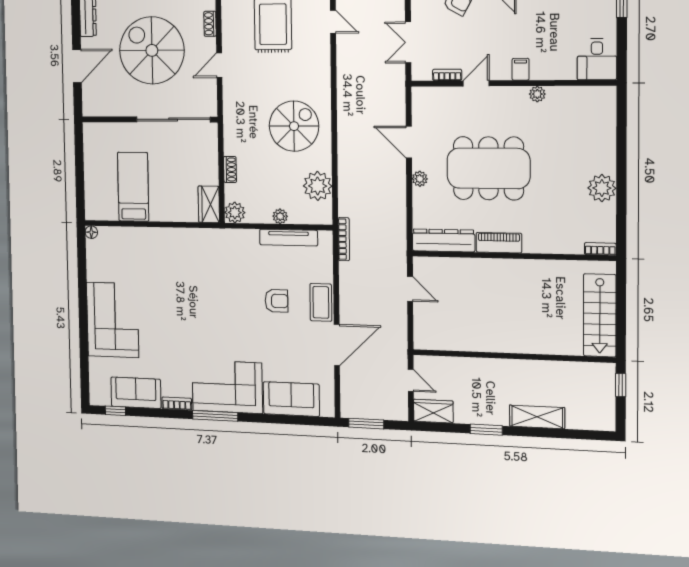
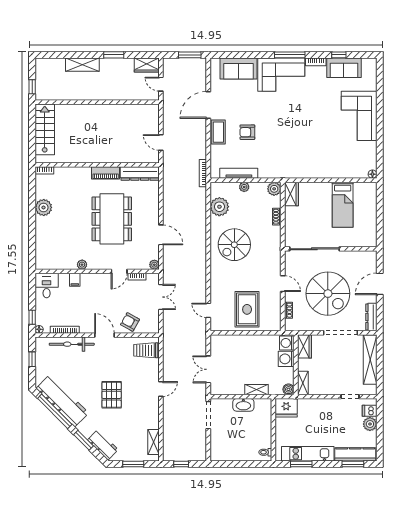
door: (219, 65) -> (283, 284), hinge flipped
filing cabinet: (521, 69) -> (75, 280), moved
dining table: (488, 168) -> (112, 219), turned 90
plant: (420, 179) -> (154, 265), moved
window: (115, 411) -> (339, 55), moved

